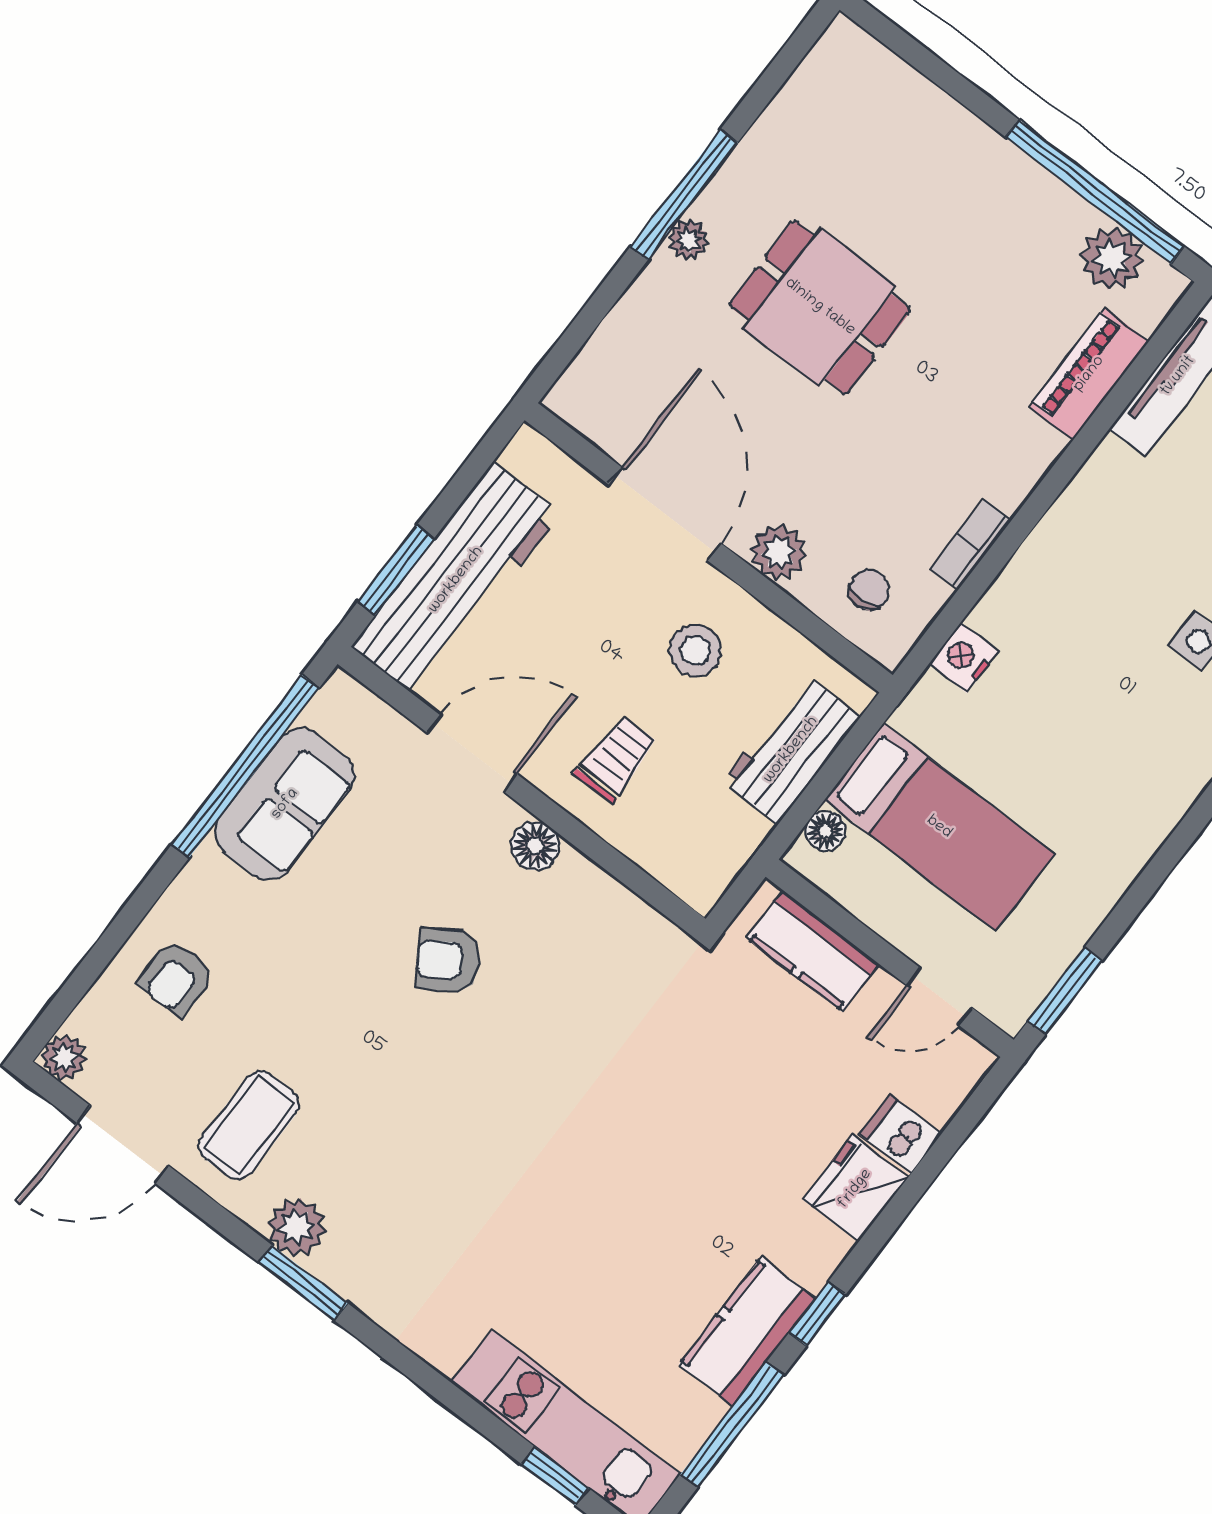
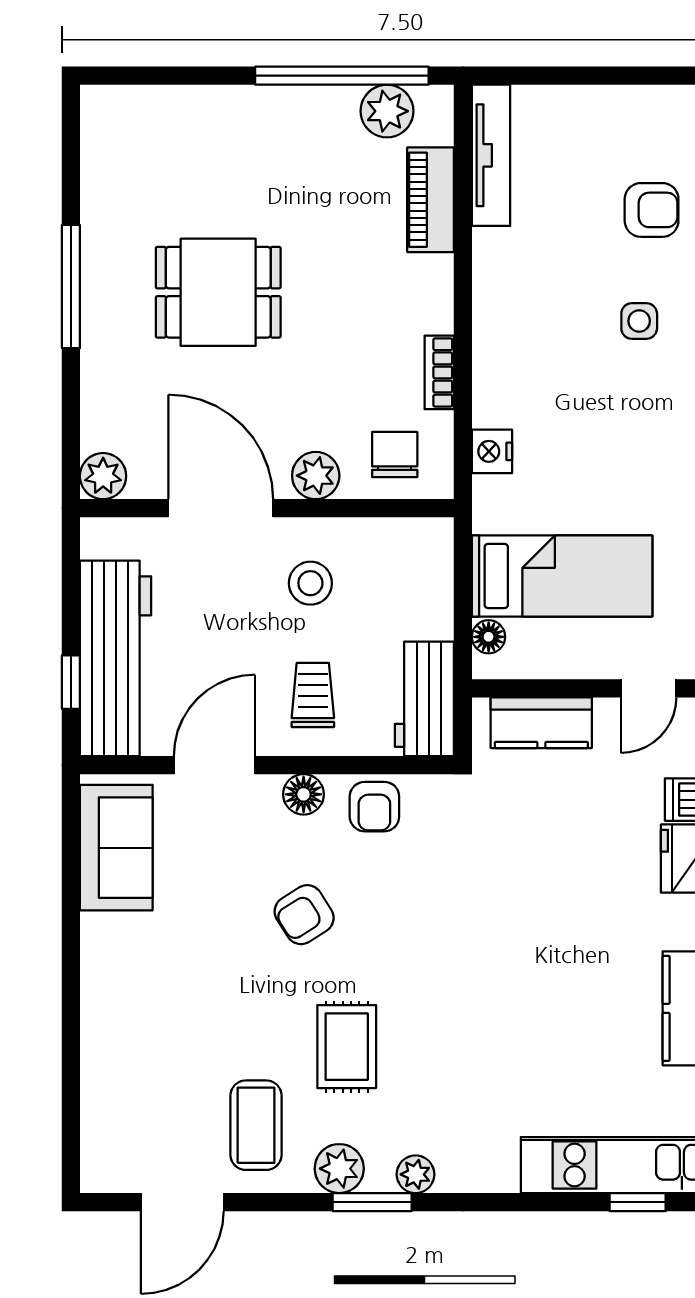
plant: (688, 240) -> (103, 476), moved, width x1.38, depth x1.38
window: (396, 570) -> (71, 682), width x0.67
chair: (869, 590) -> (395, 455), width x1.37, depth x1.37
workbench: (791, 750) -> (424, 699), moved
window: (246, 766) -> (71, 889), removed
sofa: (285, 804) -> (116, 848), moved
armchair: (176, 978) -> (374, 807), moved
plant: (64, 1057) -> (415, 1174), moved
rug: (392, 1117) -> (347, 1047), added

